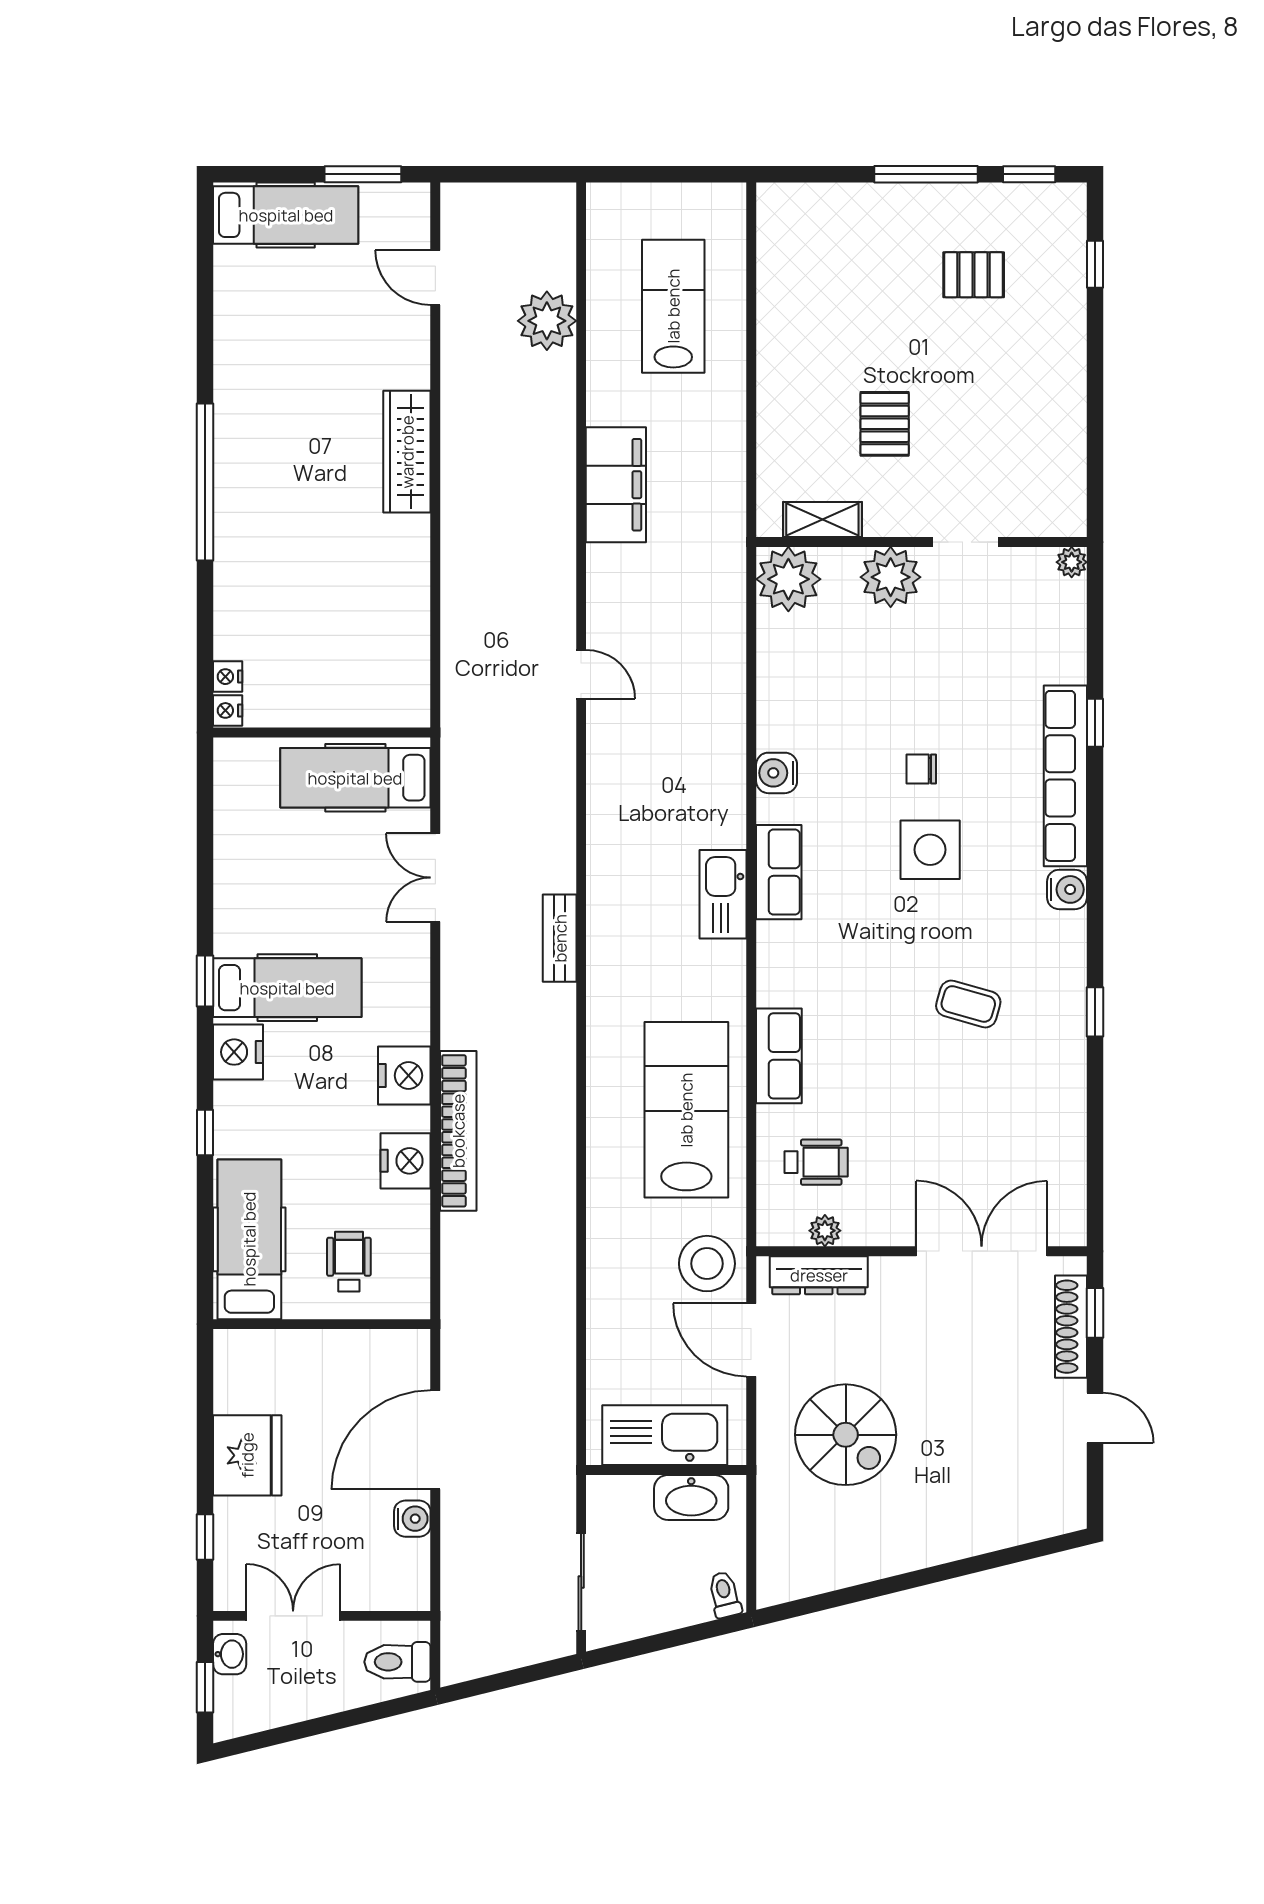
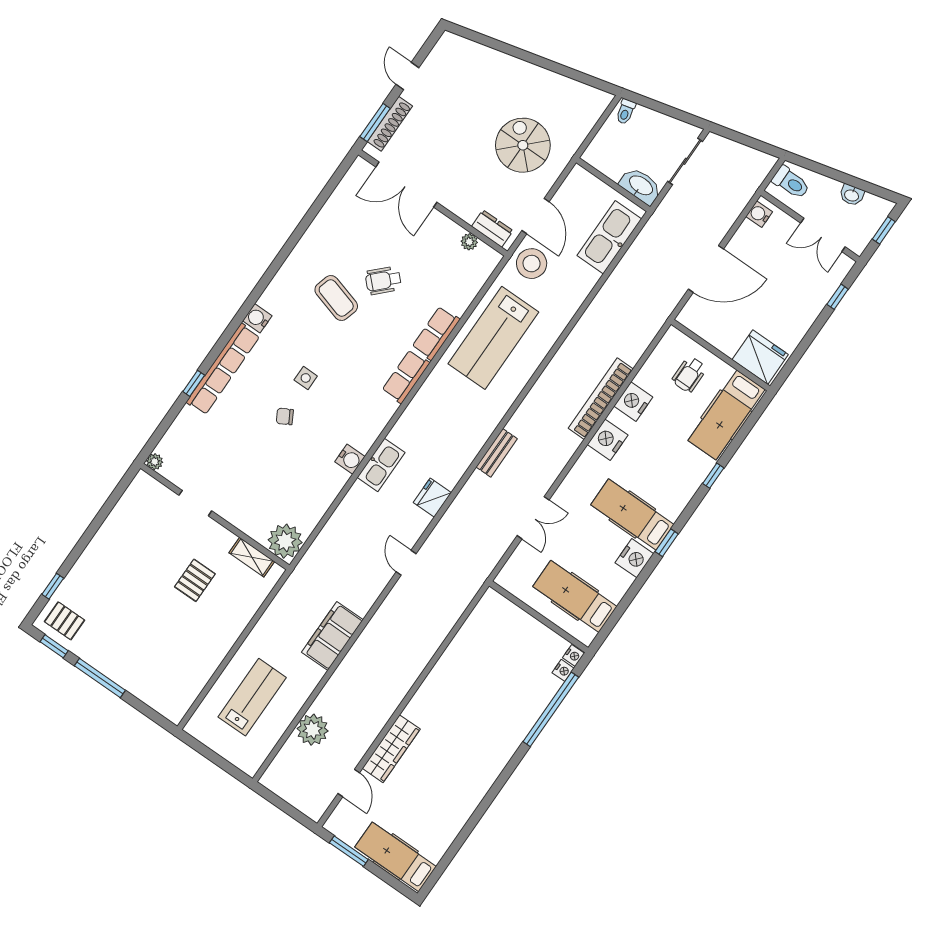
pallet: (974, 275) -> (64, 621), moved
lab bench: (673, 306) -> (252, 697), turned 180
wardrobe: (407, 452) -> (391, 749), moved
window: (205, 482) -> (551, 709), moved
plant: (891, 577) -> (239, 511), removed
chair: (921, 769) -> (285, 416), turned 151
hospital bed: (355, 778) -> (575, 596), moved, turned 180
fridge: (610, 801) -> (432, 498), added
side table: (930, 850) -> (306, 378), width x0.54, depth x0.54
row of seats: (779, 872) -> (406, 377), moved
kitchen sink: (723, 894) -> (381, 465), moved
coffee table: (968, 1004) -> (336, 298), width x1.36, depth x1.30
window: (1095, 1012) -> (283, 256), removed
nightstand: (238, 1052) -> (634, 558), moved
wheelchair: (816, 1162) -> (383, 280), moved, turned -45
dresser: (819, 1275) -> (492, 229), width x0.70
window: (1095, 1313) -> (375, 122), width x1.50
kitchen sink: (665, 1435) -> (609, 237), moved, turned 90
fridge: (247, 1455) -> (760, 357), moved, turned 90
washbasin: (691, 1497) -> (641, 186), moved
water cooler: (412, 1519) -> (759, 214), moved
washbasin: (230, 1654) -> (852, 195), moved, turned -104

